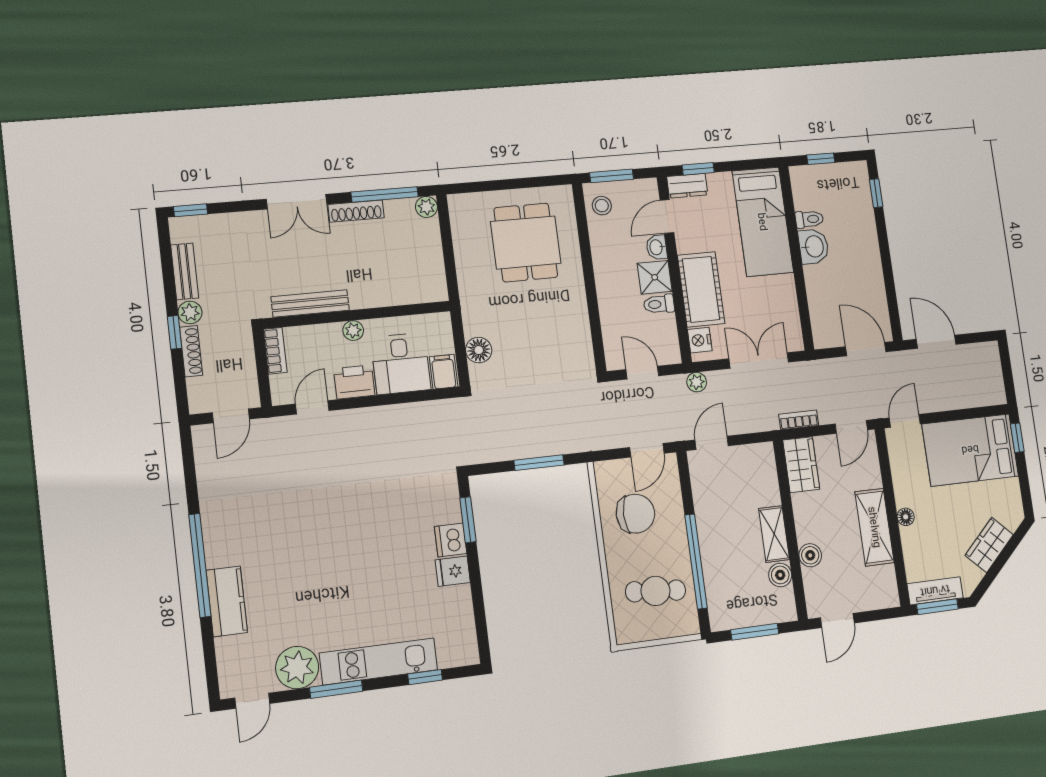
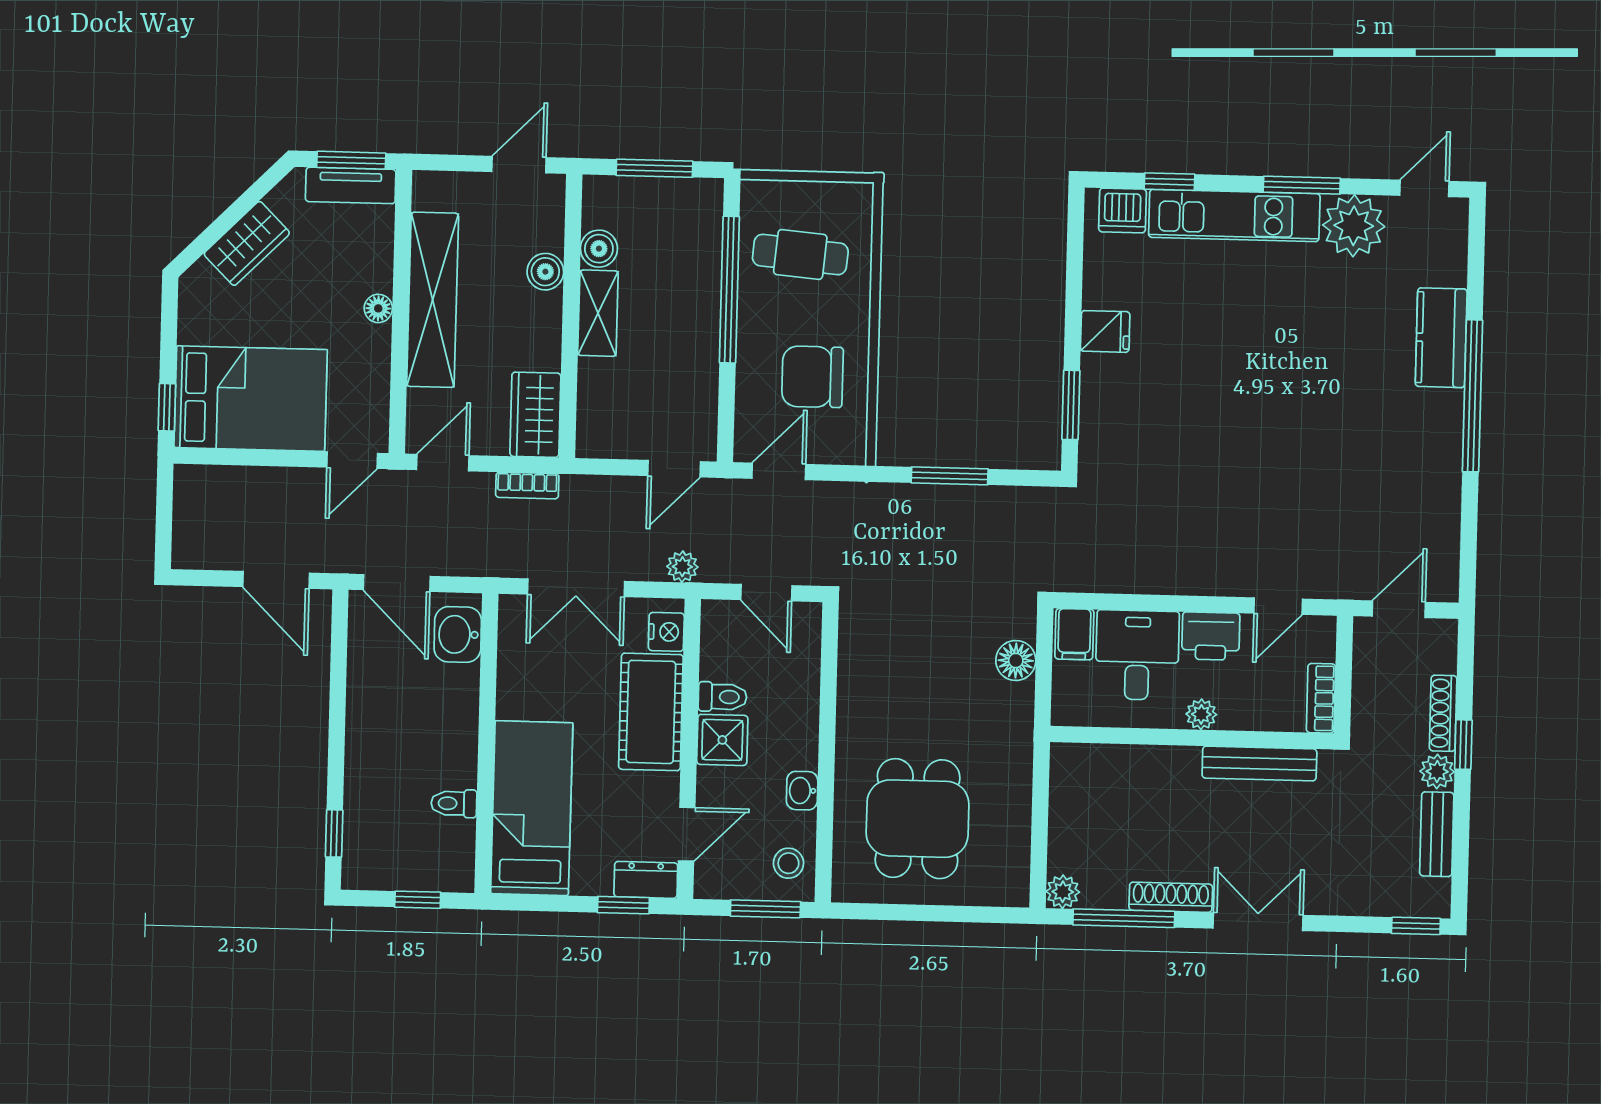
washbasin: (814, 246) -> (458, 634), moved
washbasin: (657, 247) -> (802, 791), moved, turned 180
shelving: (875, 527) -> (433, 300), width x1.47
dishwasher: (451, 540) -> (1122, 210), moved, turned 90

